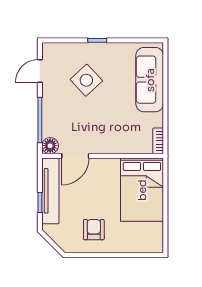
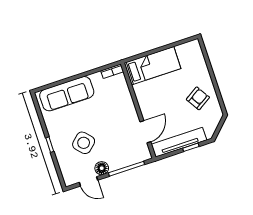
floor lamp: (50, 146) -> (102, 168), moved
door: (75, 156) -> (145, 132), hinge flipped
bed: (142, 190) -> (153, 66), width x0.67
armchair: (94, 230) -> (198, 98), turned 148

